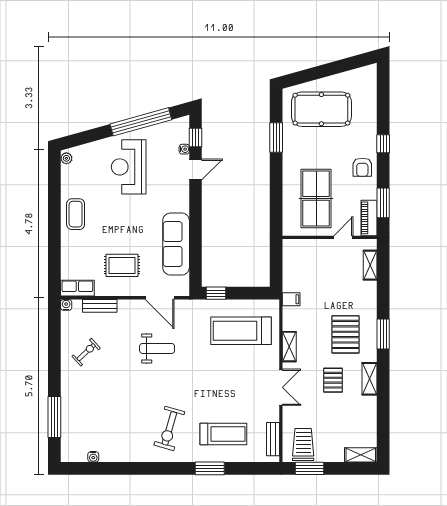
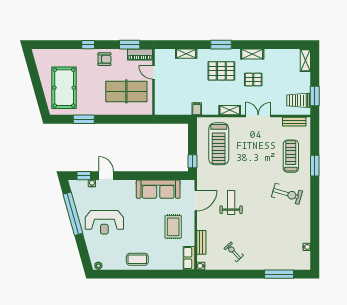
shelving: (370, 265) -> (186, 54), moved

